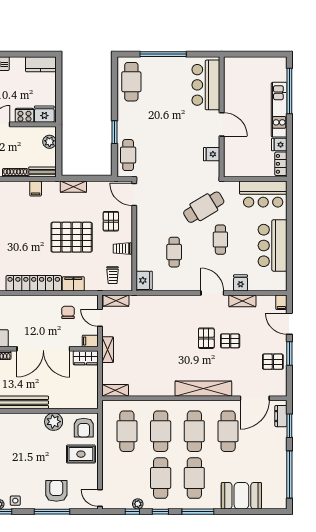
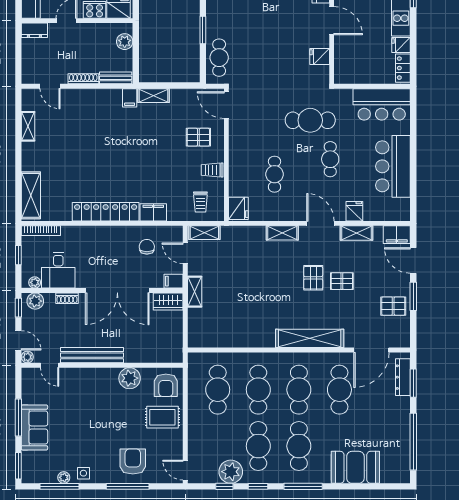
filing cabinet: (36, 188) -> (130, 98), moved
cafe table: (204, 207) -> (310, 120), turned 31
pallet: (111, 221) -> (198, 137), turned 90
pallet: (72, 237) -> (151, 156), removed
filing cabinet: (281, 302) -> (397, 235), width x2.00
shelving: (115, 390) -> (282, 233), moved
dresser: (281, 416) -> (403, 377), width x1.44
plant: (138, 504) -> (231, 472), width x1.88, depth x1.88

